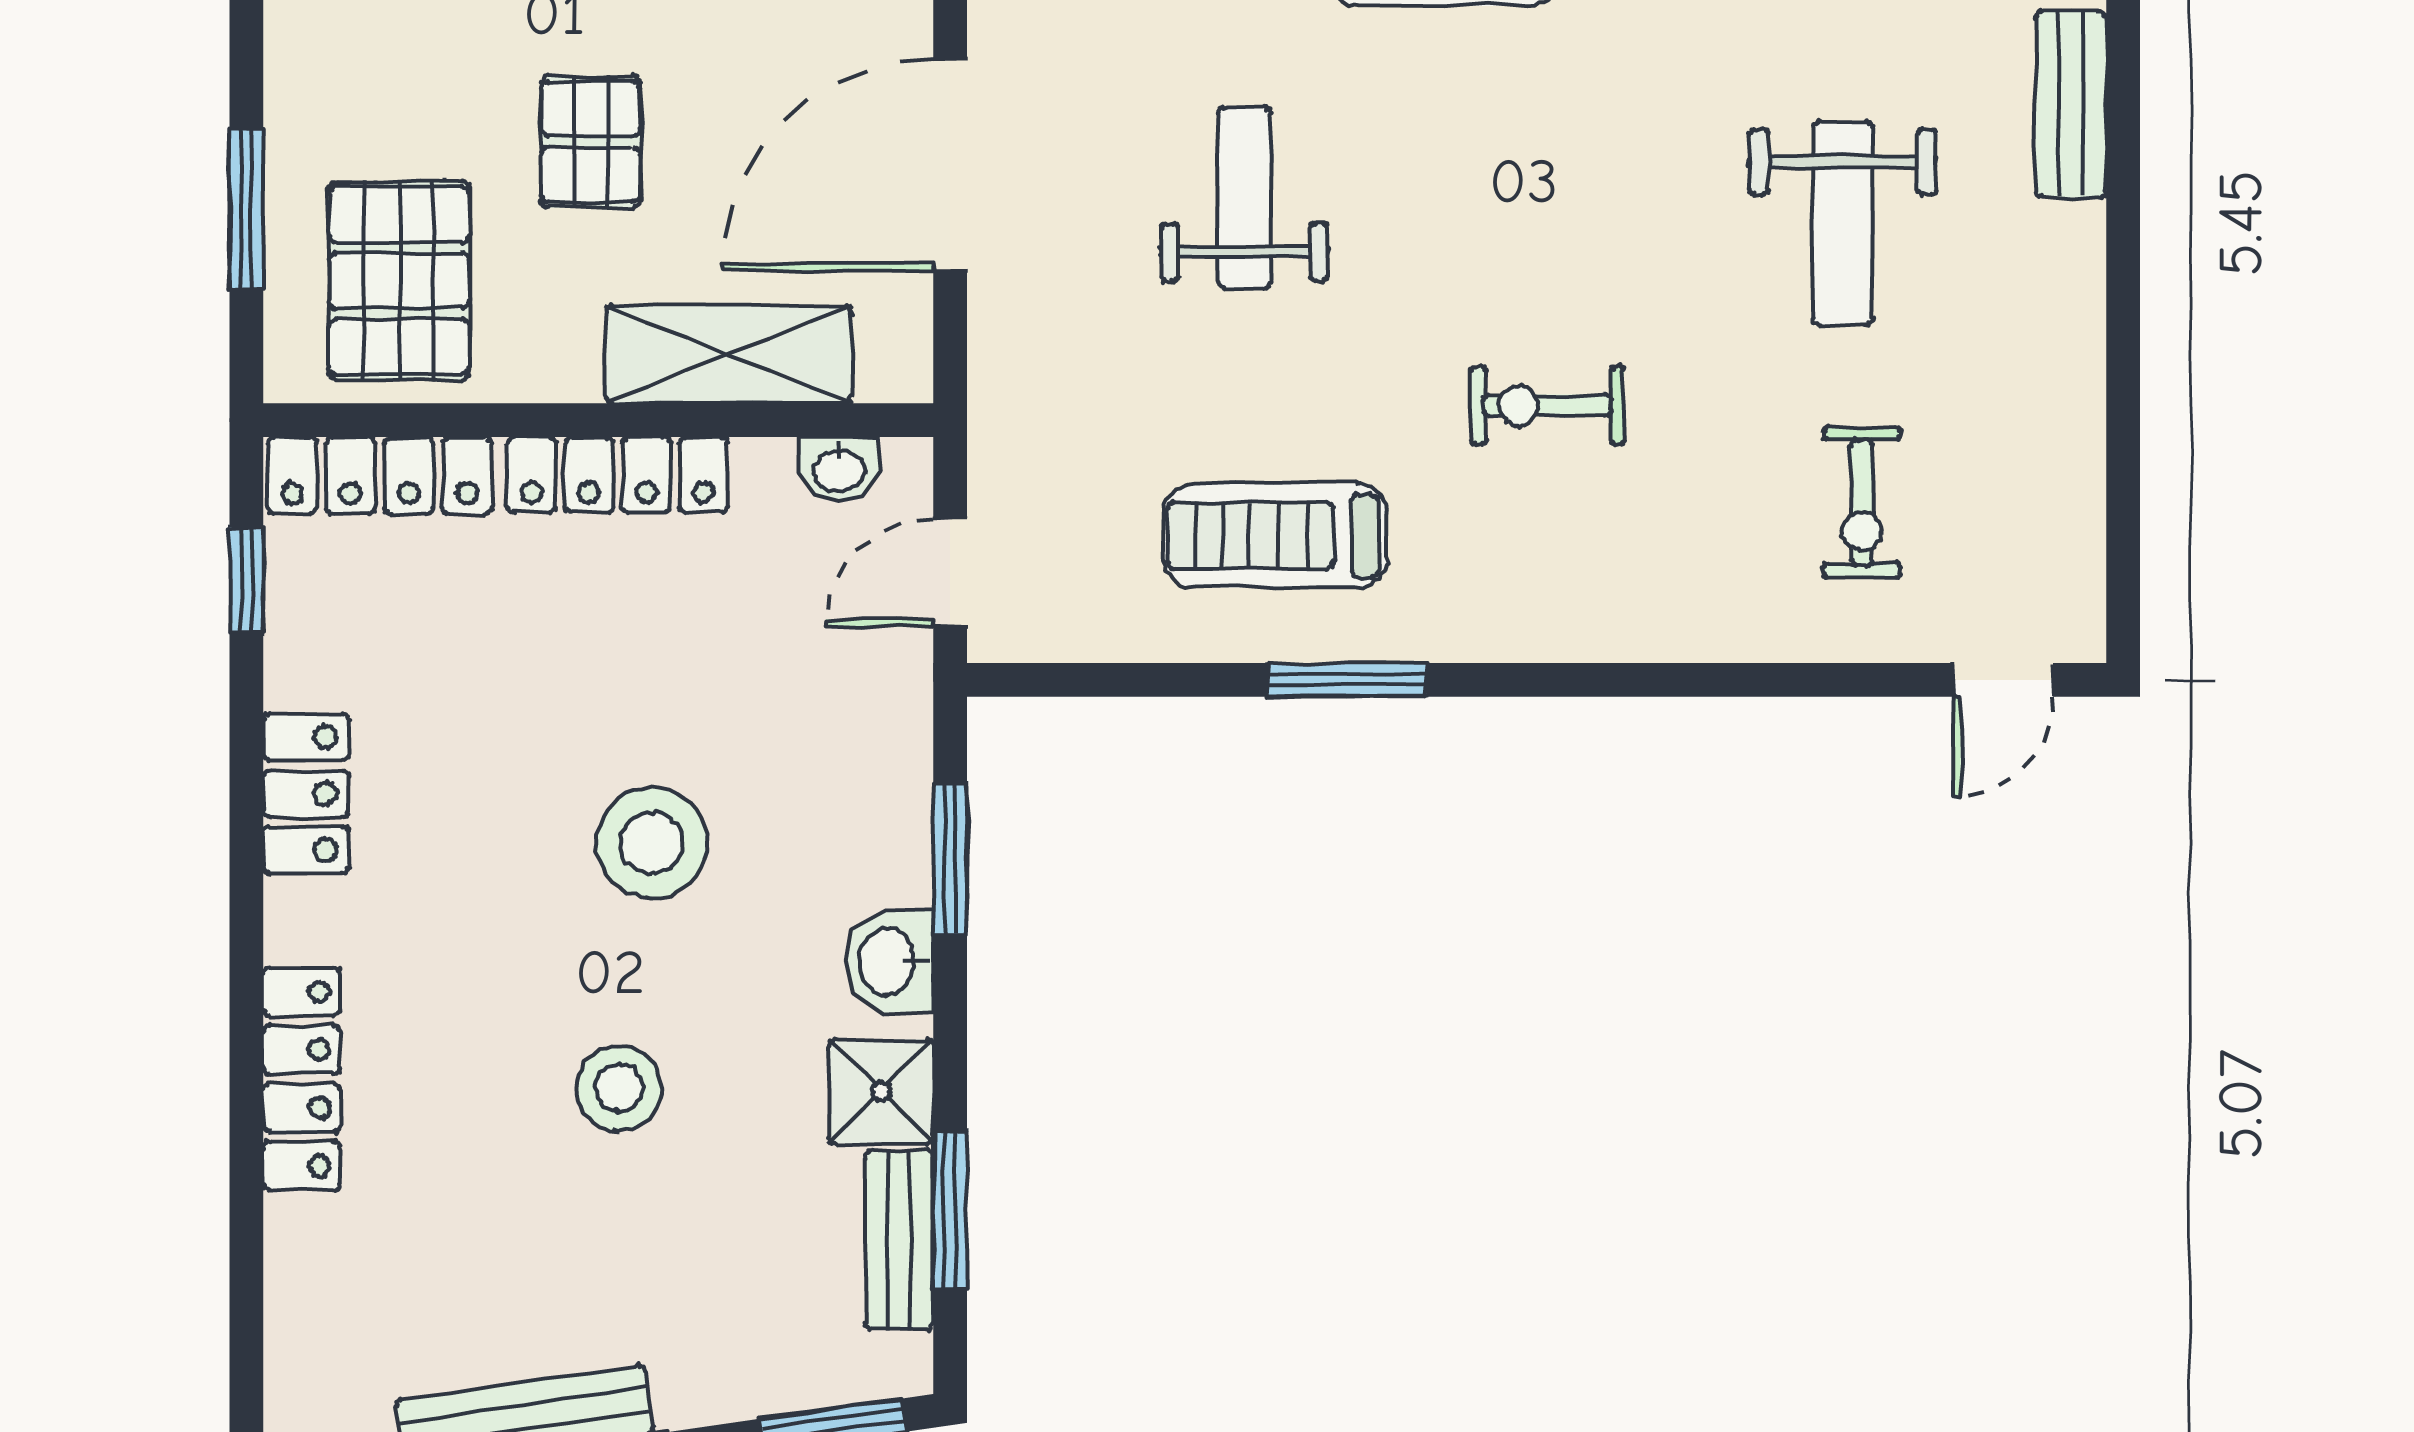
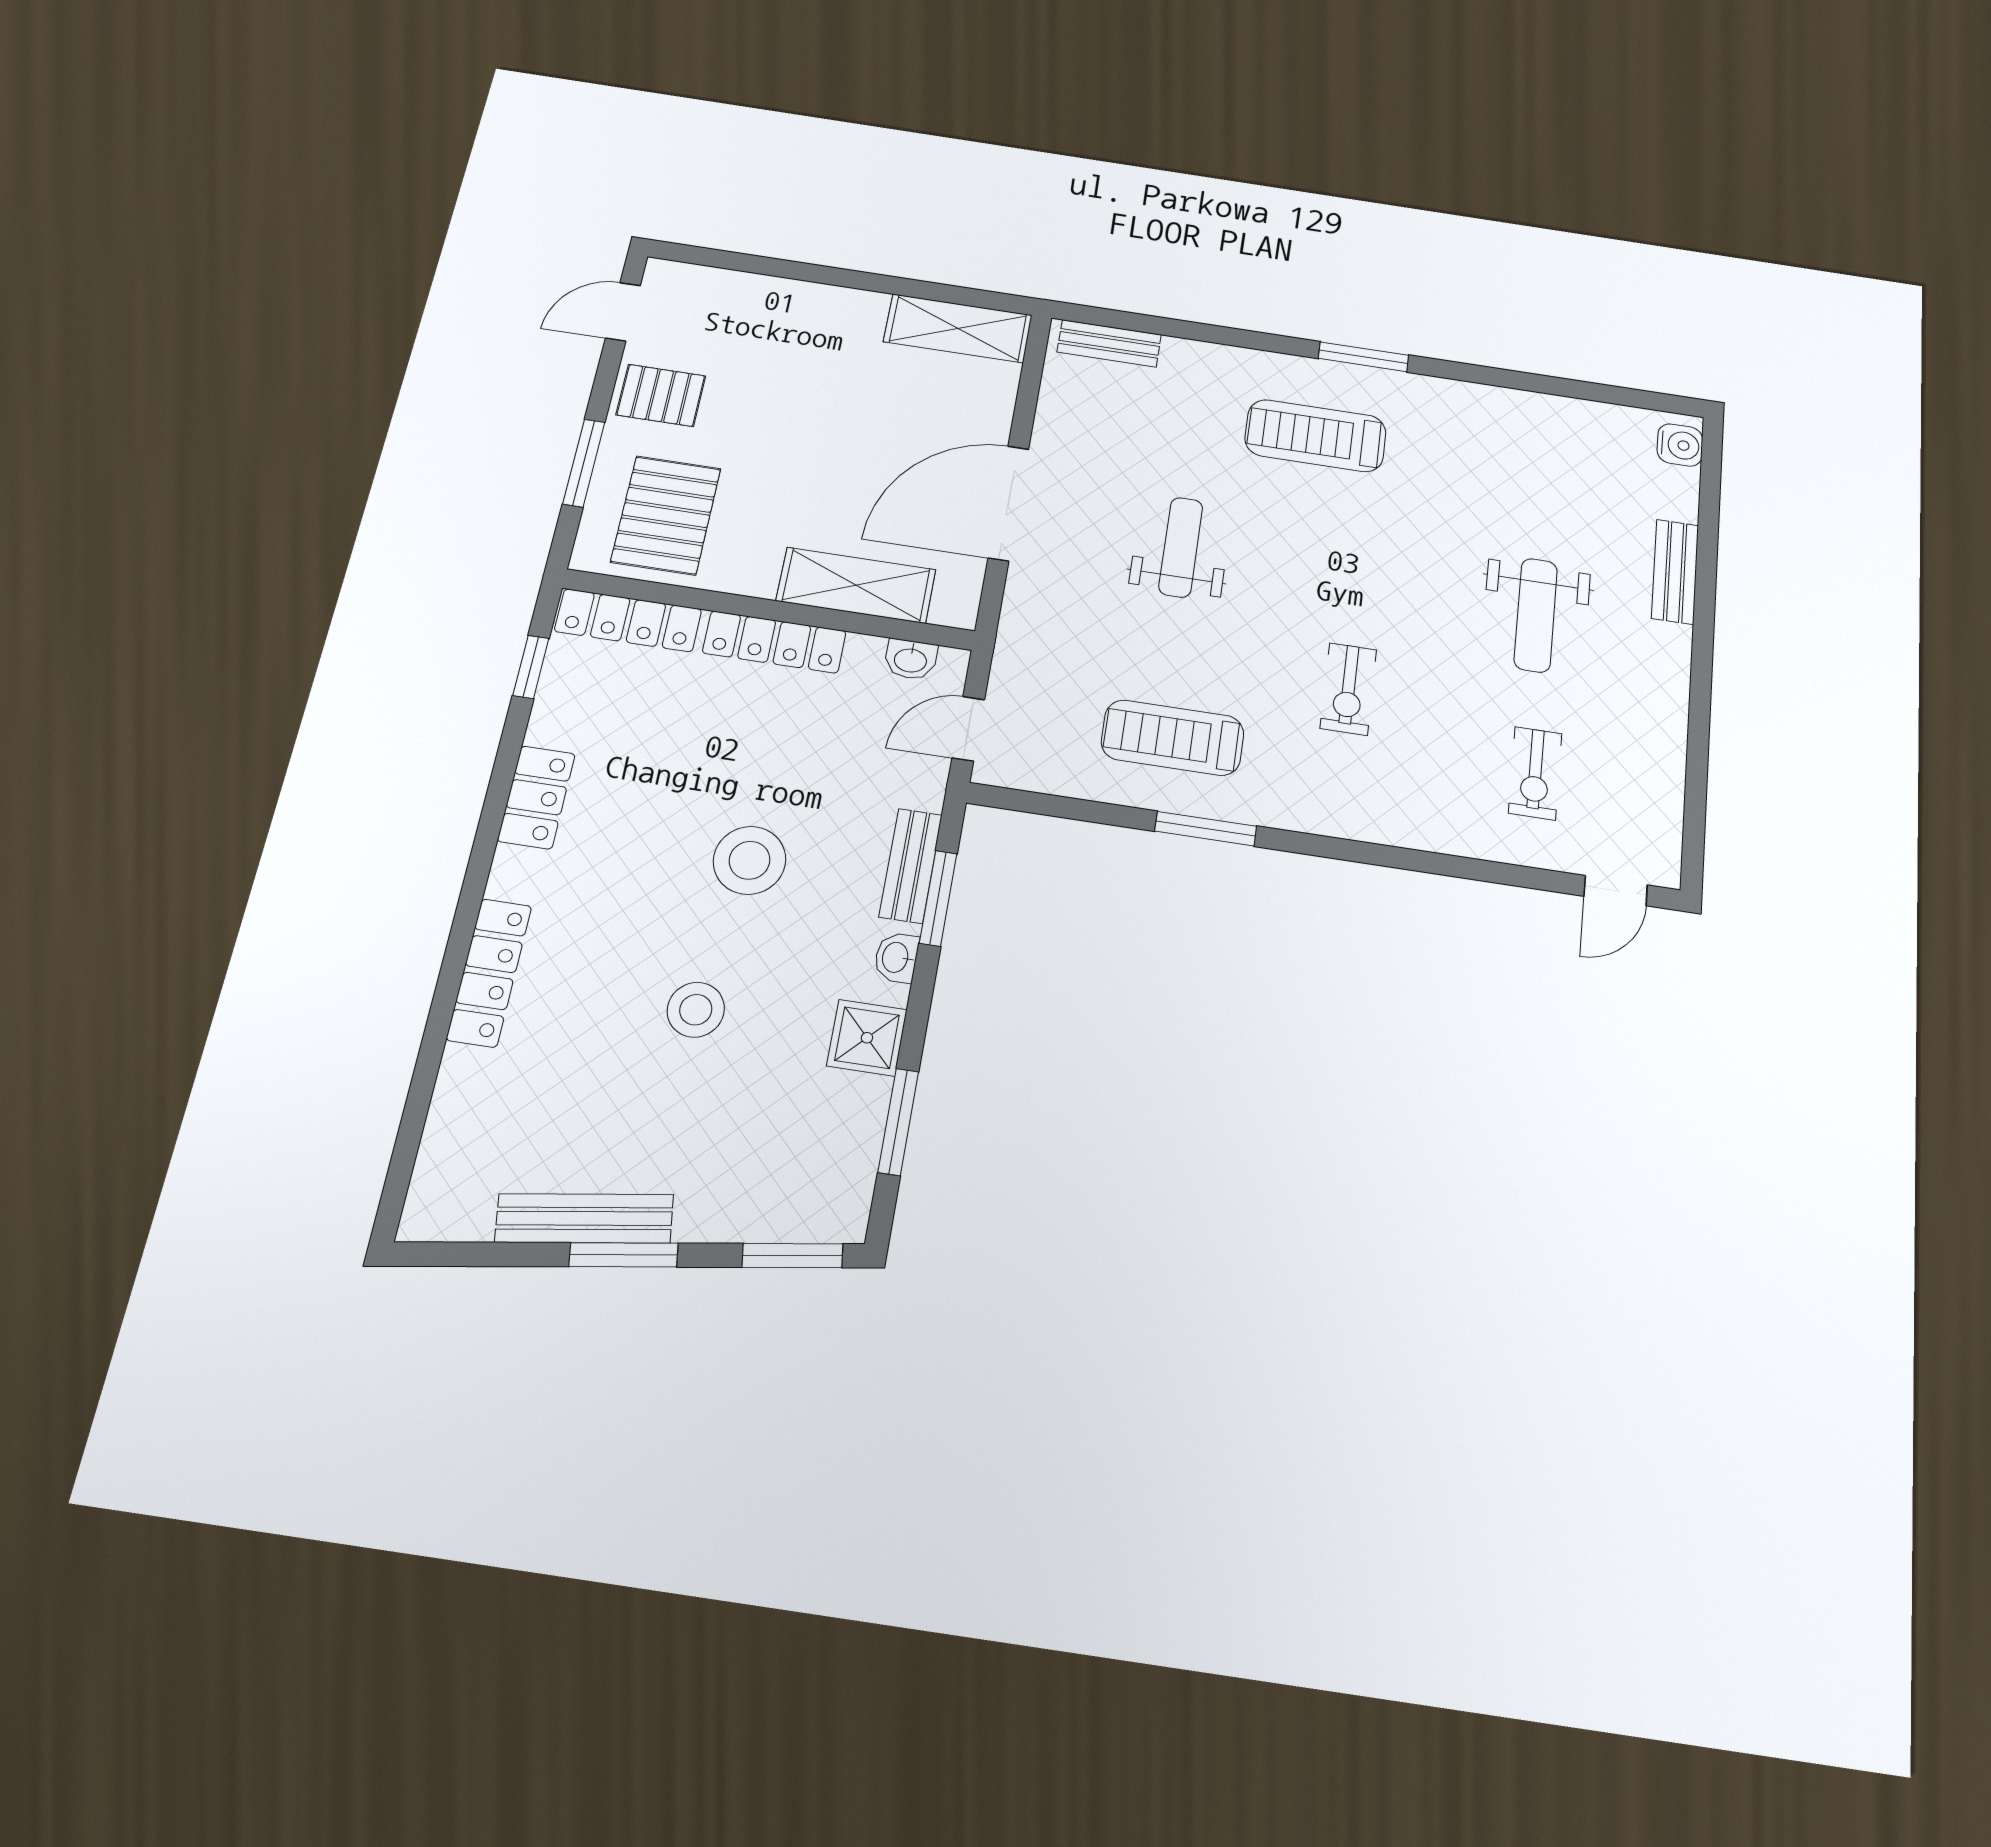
pallet: (591, 142) -> (661, 395), moved, turned 90
exercise bike: (1547, 405) -> (1348, 689), turned -90
washbasin: (889, 961) -> (896, 957), width x0.72, depth x0.69
bench: (899, 1240) -> (911, 866), moved

